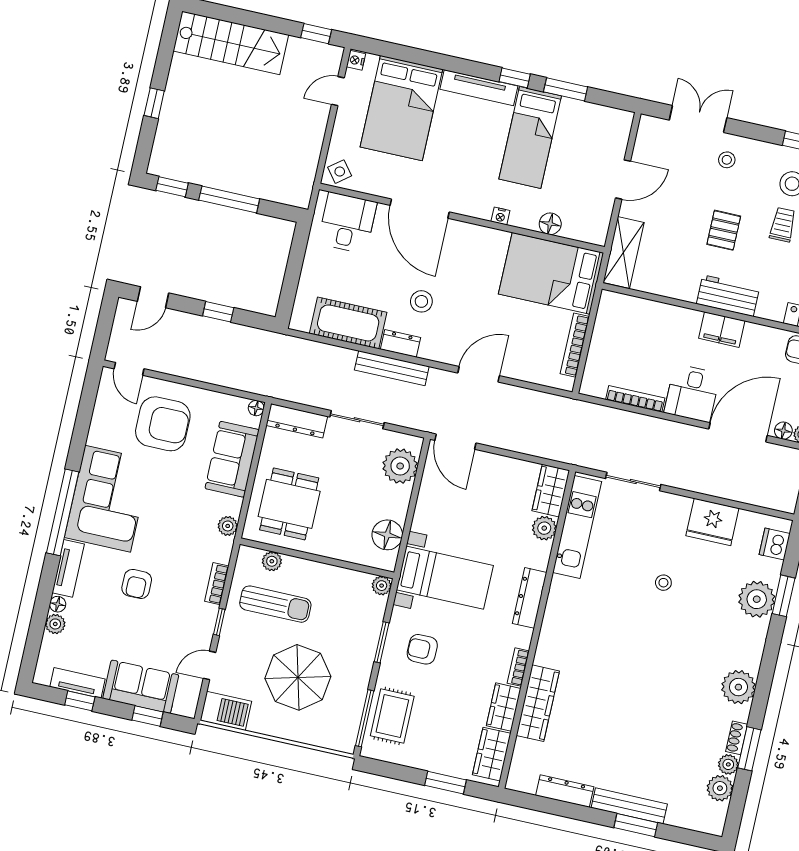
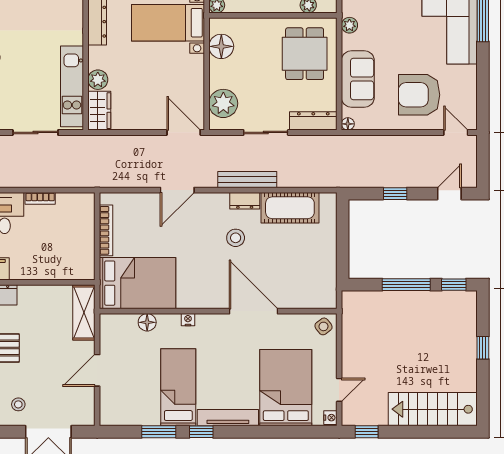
desk: (347, 223) -> (308, 287), removed
bookcase: (635, 399) -> (40, 198), width x0.64

